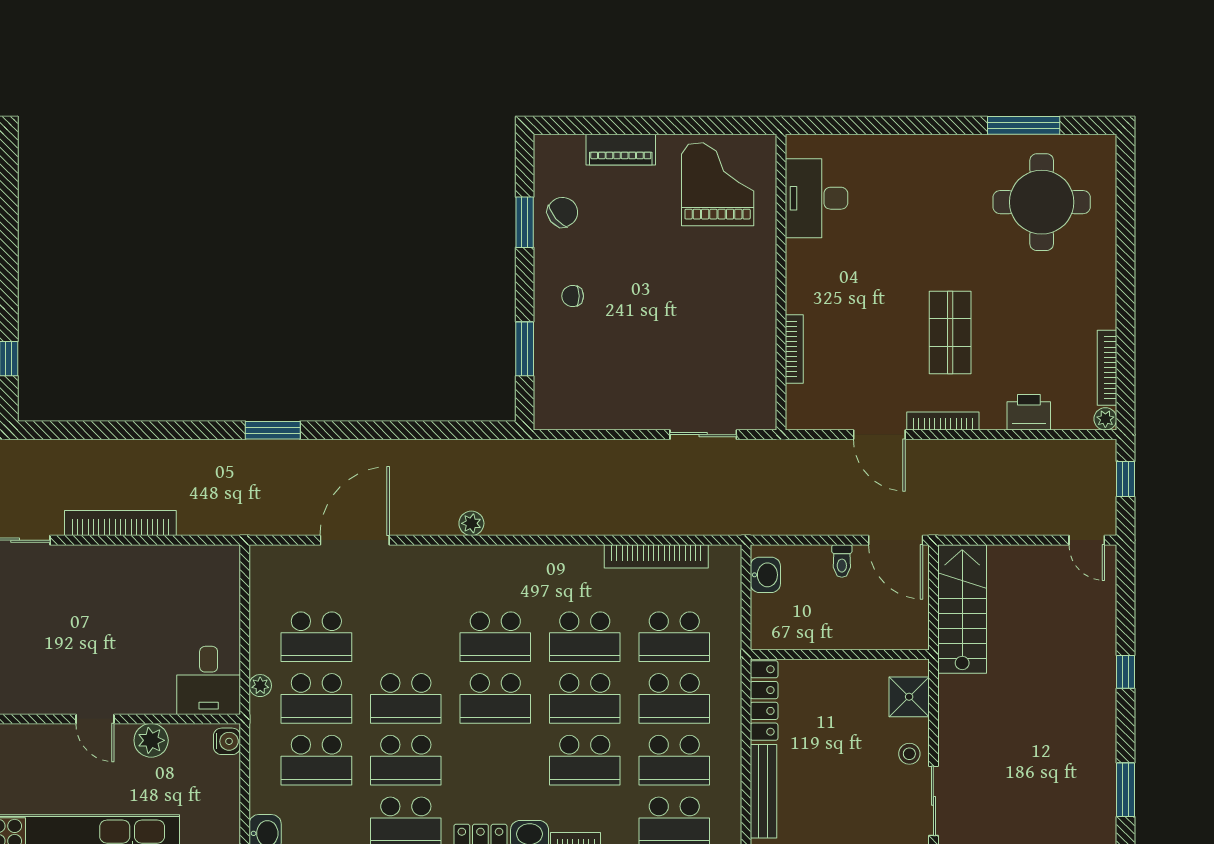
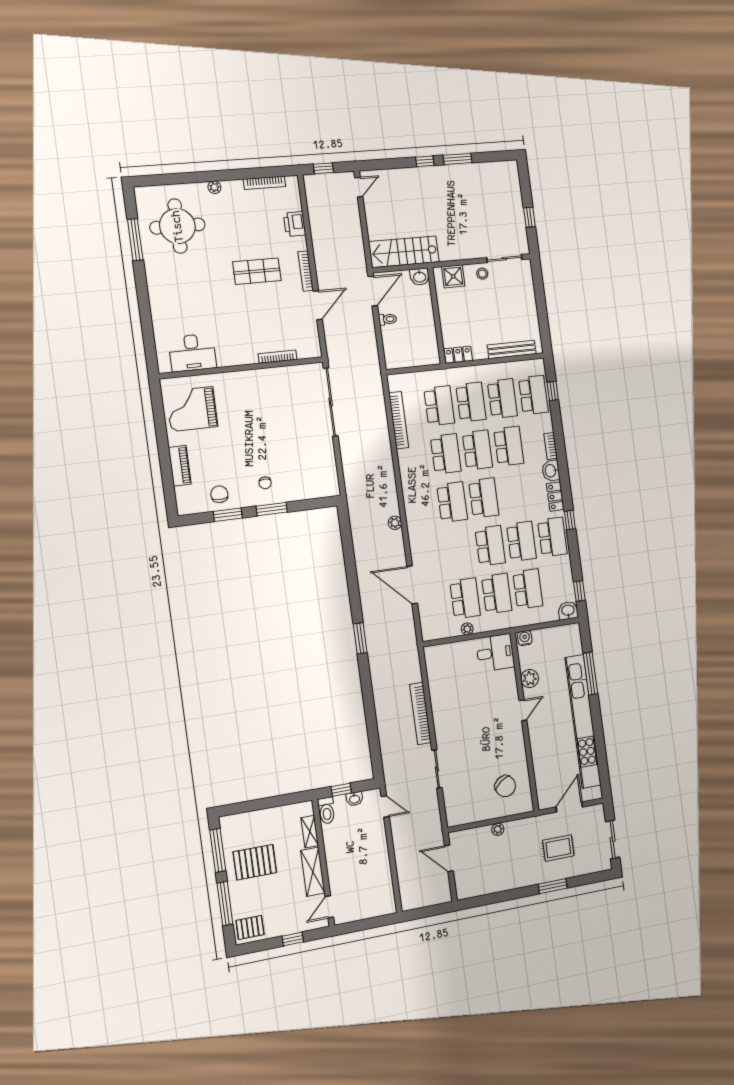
chair: (563, 212) -> (219, 494), turned 40
window: (525, 349) -> (272, 509), moved
plant: (1105, 419) -> (214, 187), moved
sliding door: (703, 435) -> (331, 402), width x1.86
washbasin: (765, 575) -> (420, 277), moved, turned 180
plant: (260, 686) -> (467, 629), moved
locker: (764, 700) -> (458, 355), width x0.66
window: (1125, 790) -> (457, 159), moved

